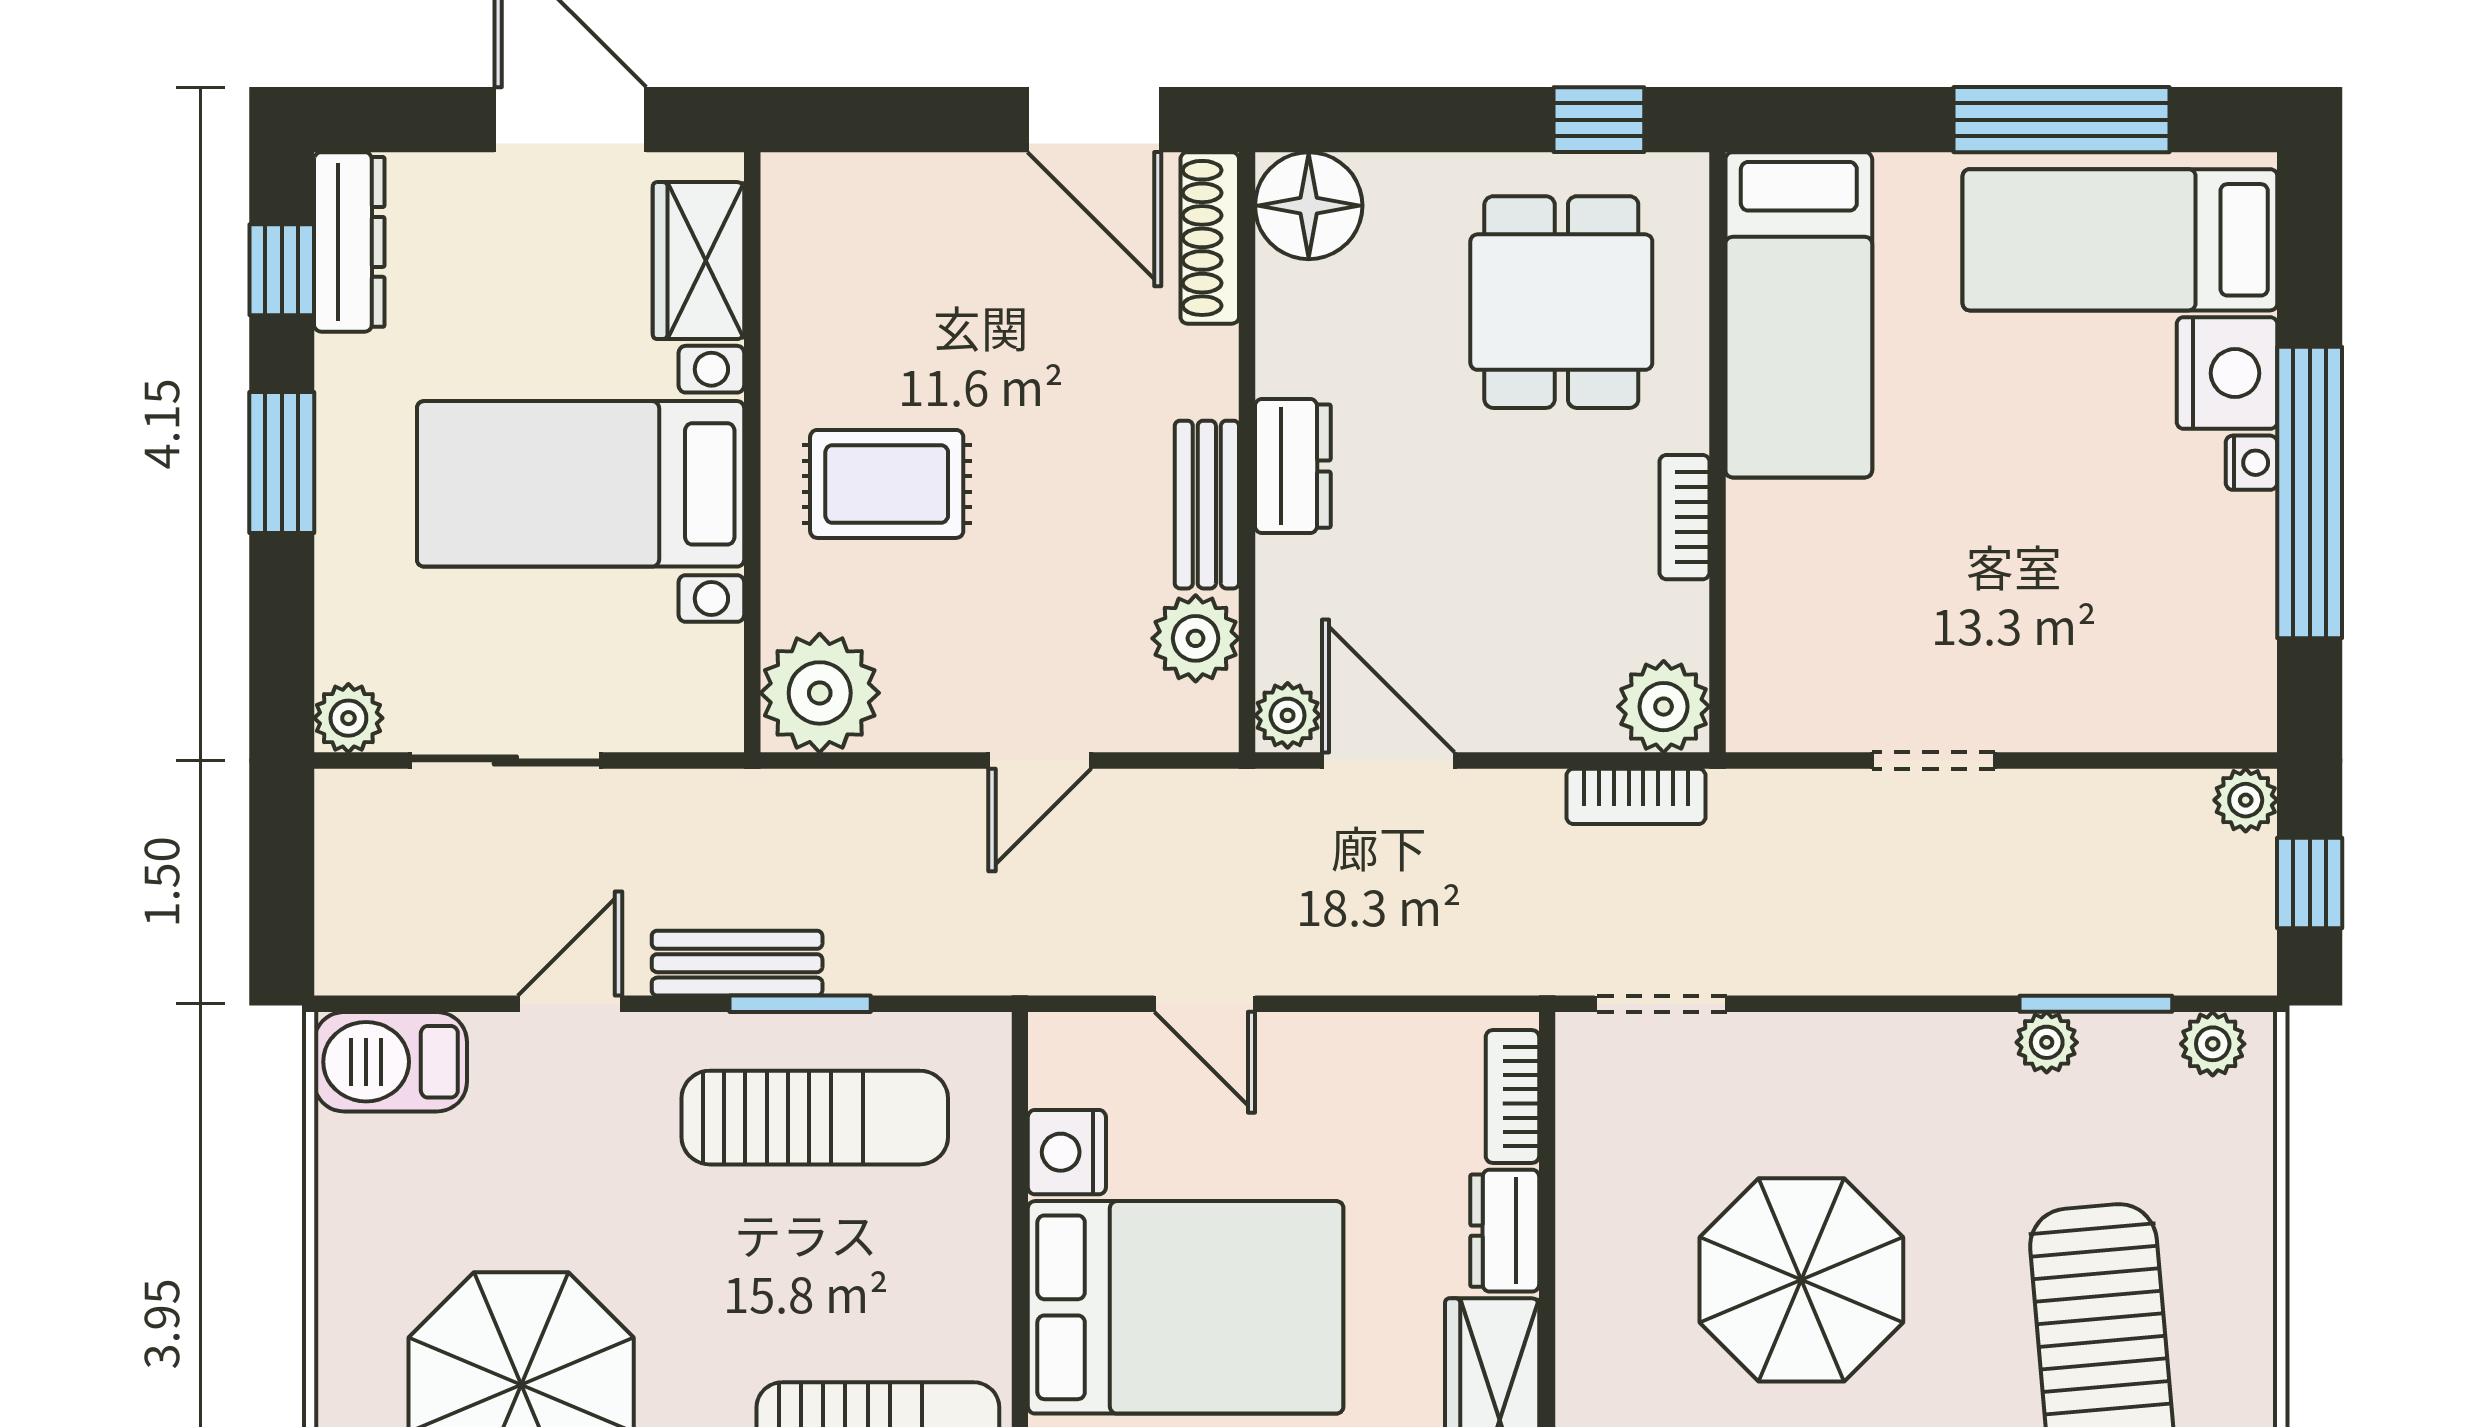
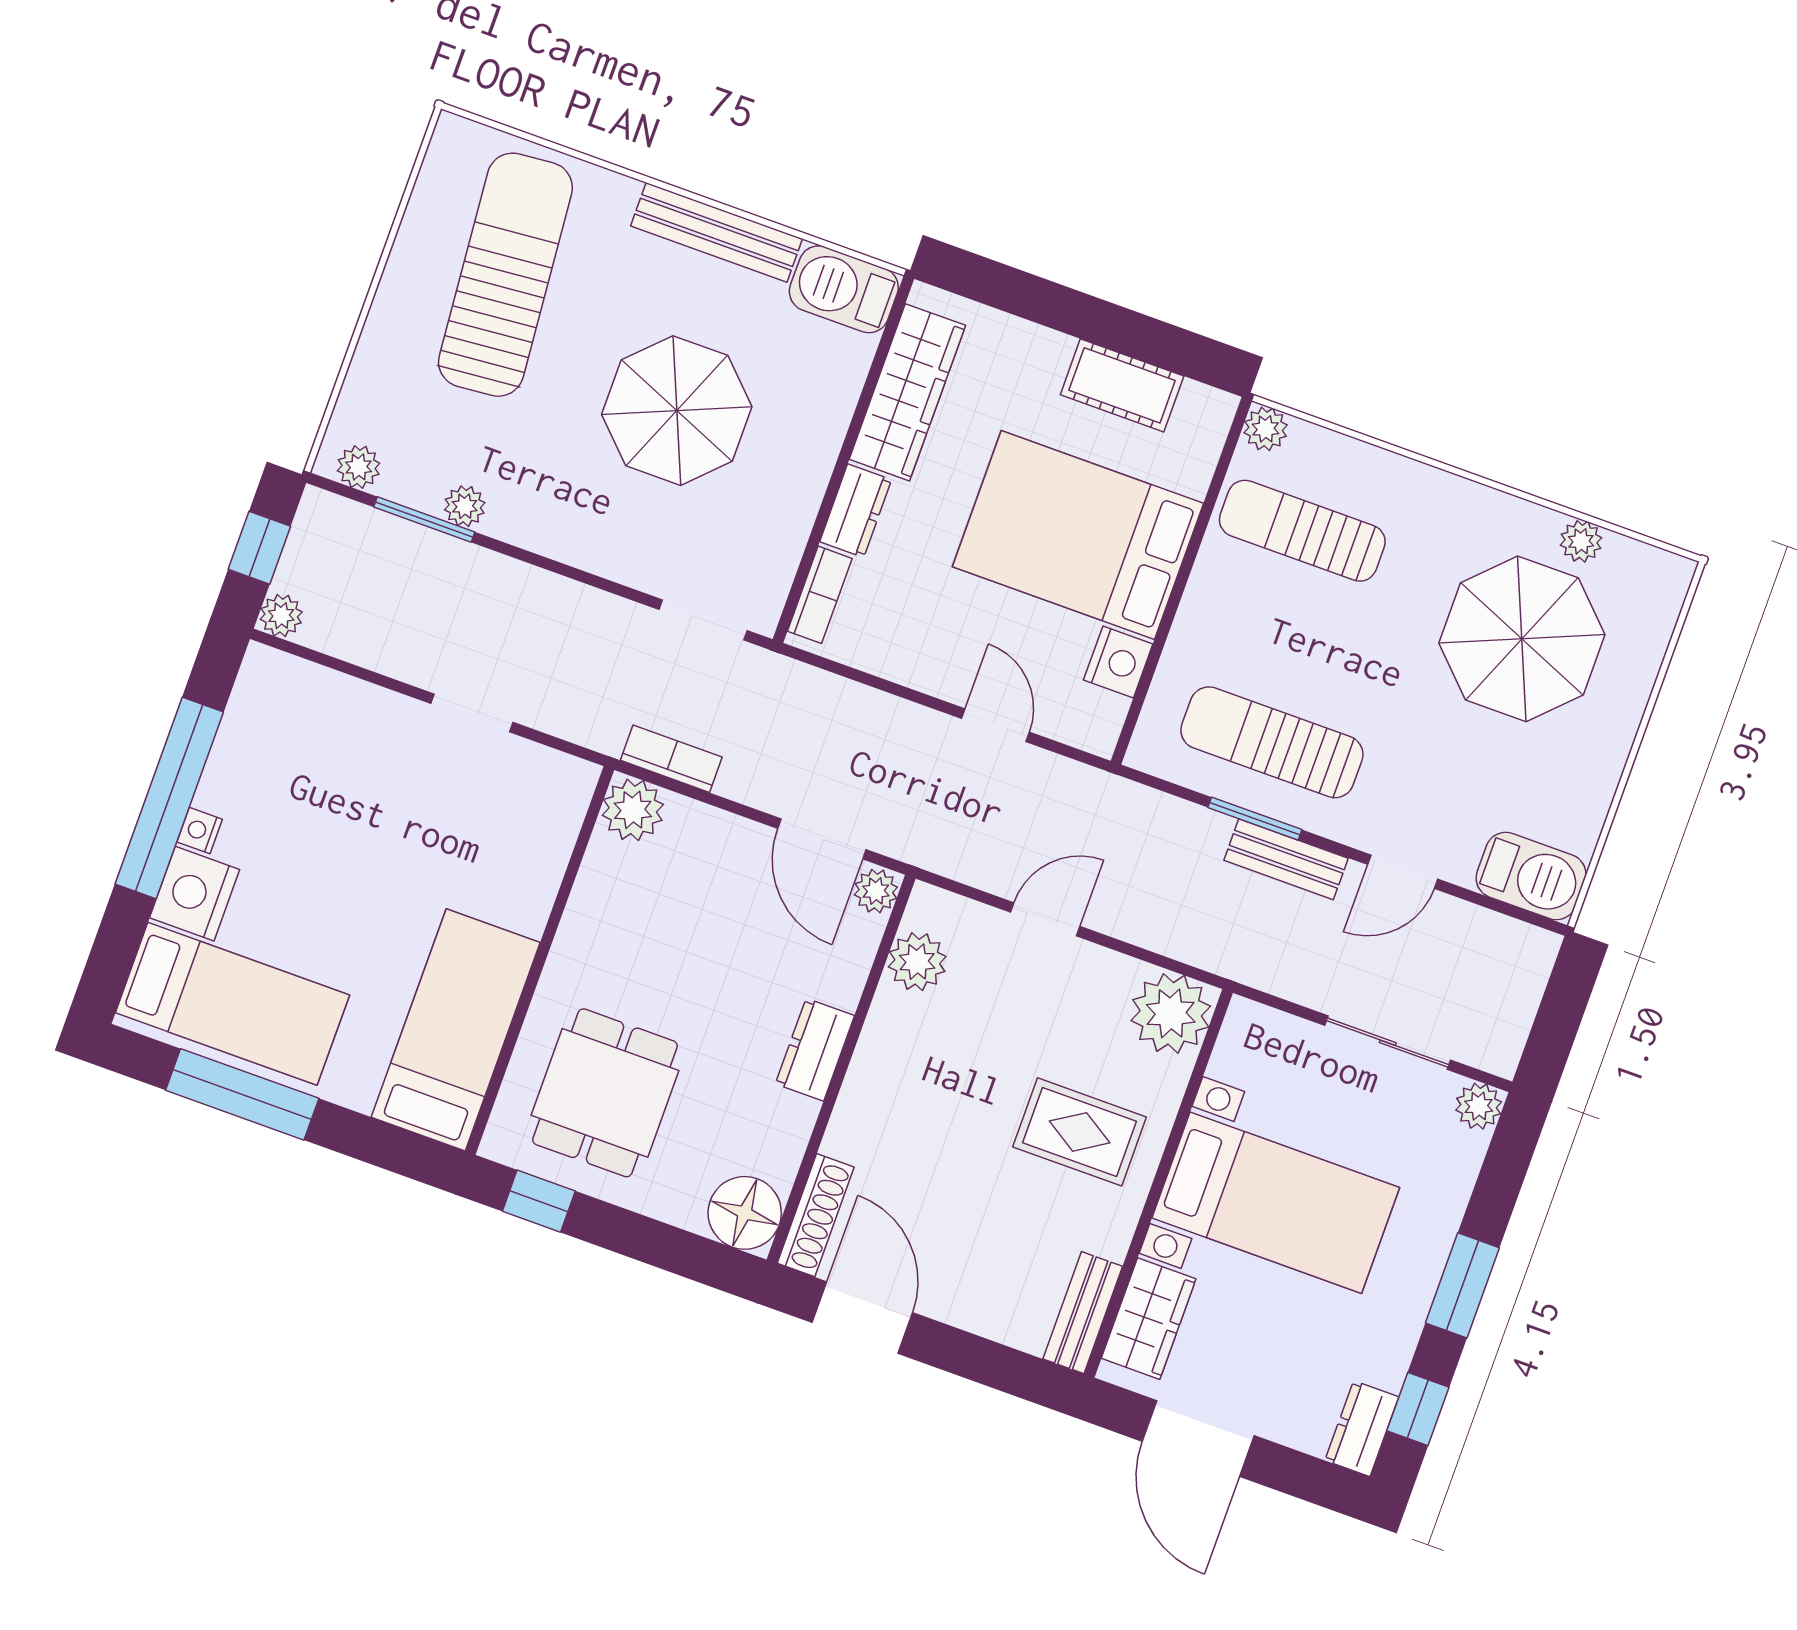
dresser: (349, 242) -> (1362, 1429), width x0.70
bench: (1207, 505) -> (1083, 1313), moved
bookcase: (1684, 517) -> (576, 927), removed

